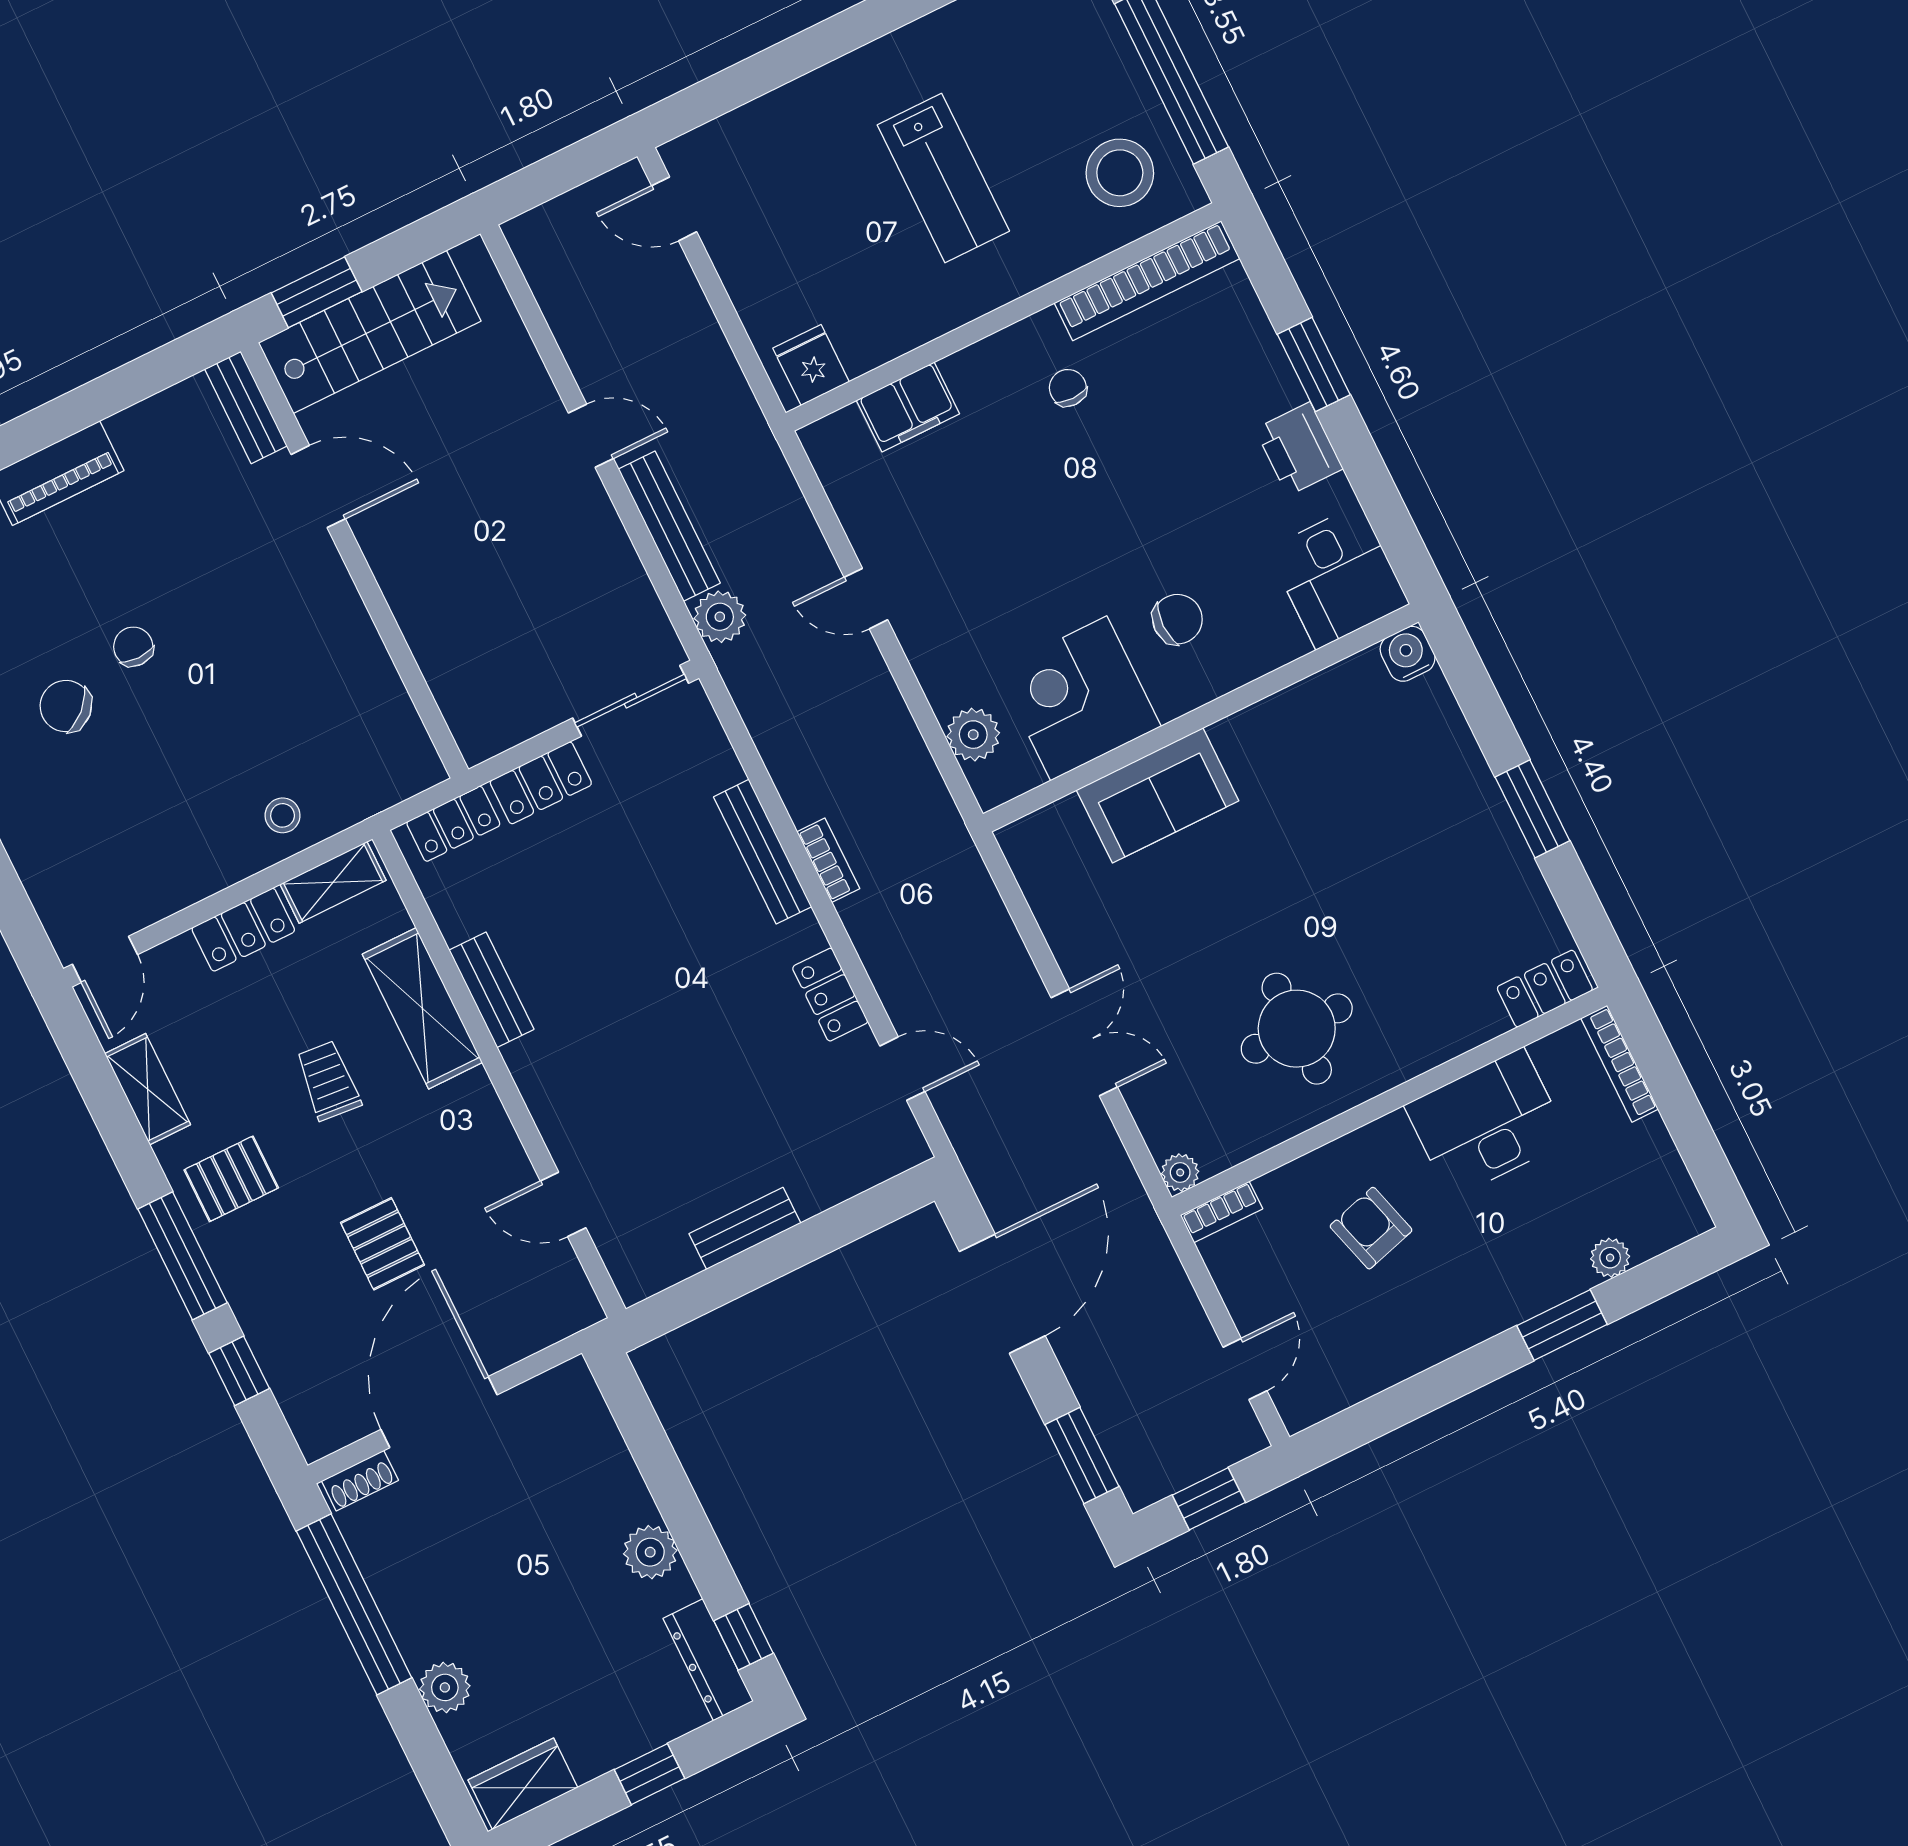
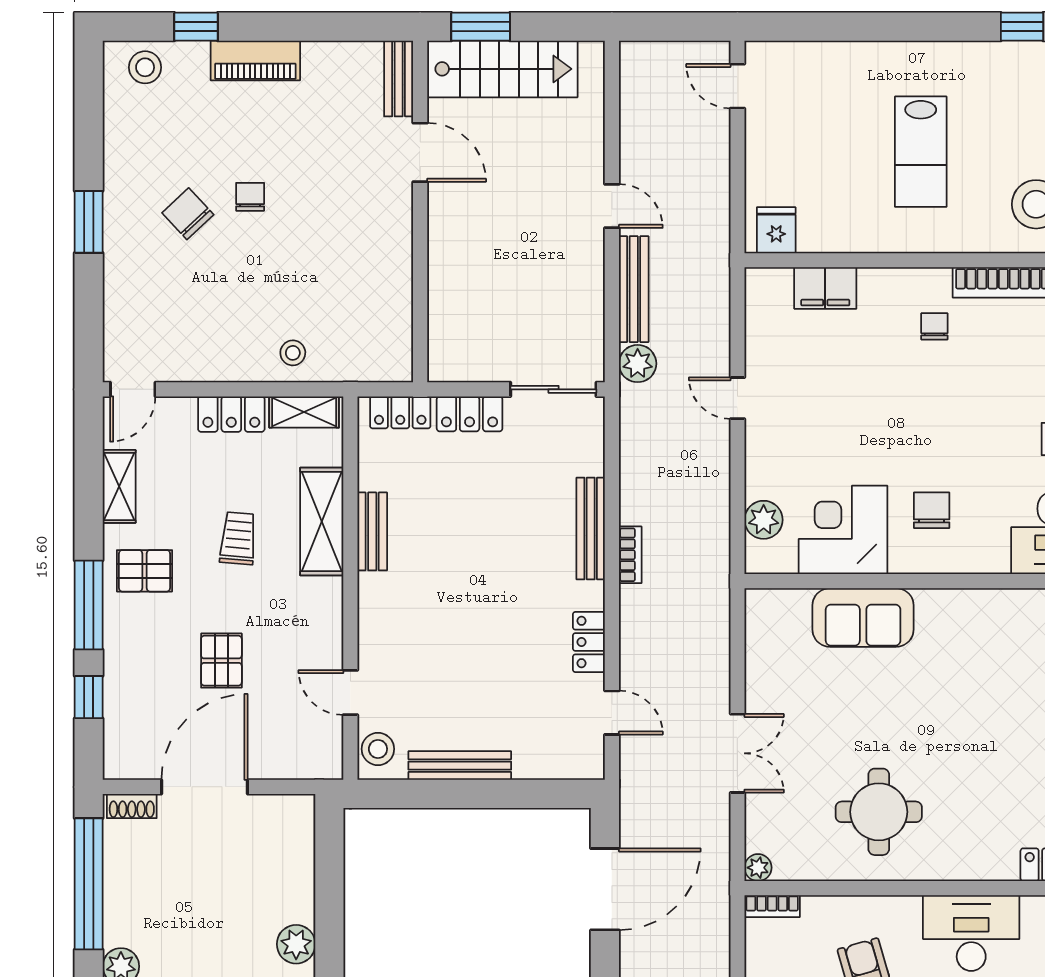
chair: (1177, 619) -> (932, 510), turned -90
bench: (745, 1228) -> (460, 766), width x1.36
stool: (632, 1258) -> (378, 749), added

